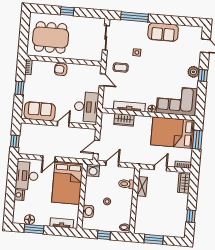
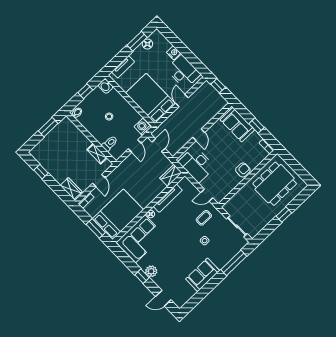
sofa: (40, 111) -> (237, 125), moved, turned 90
wardrobe: (124, 120) -> (171, 175), moved
washbasin: (88, 211) -> (106, 86), moved

